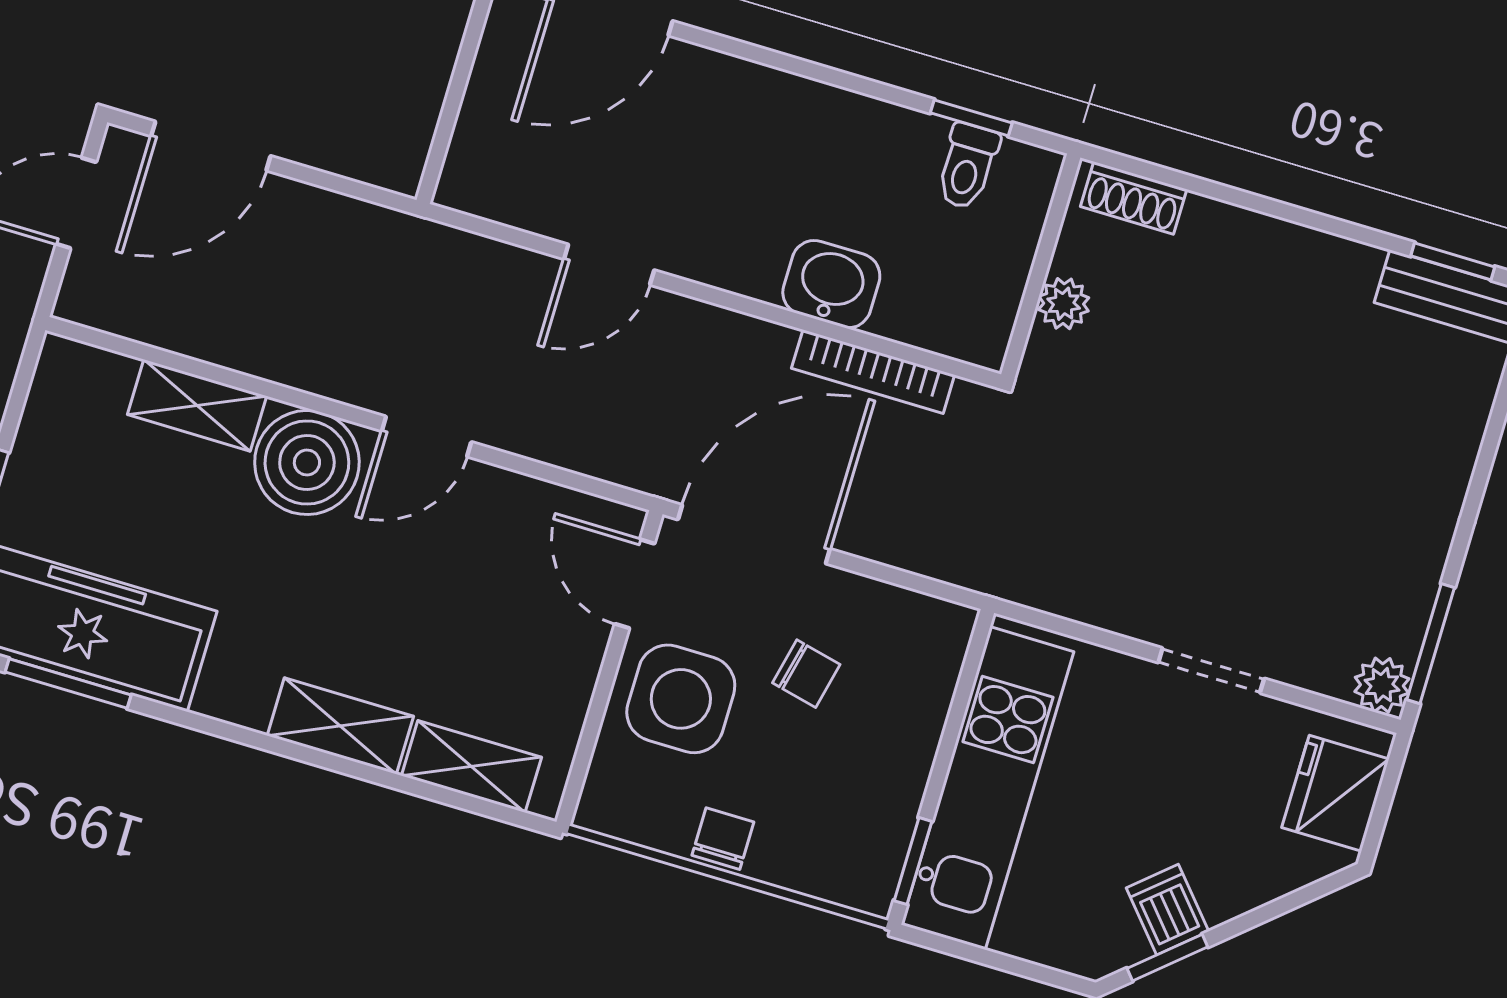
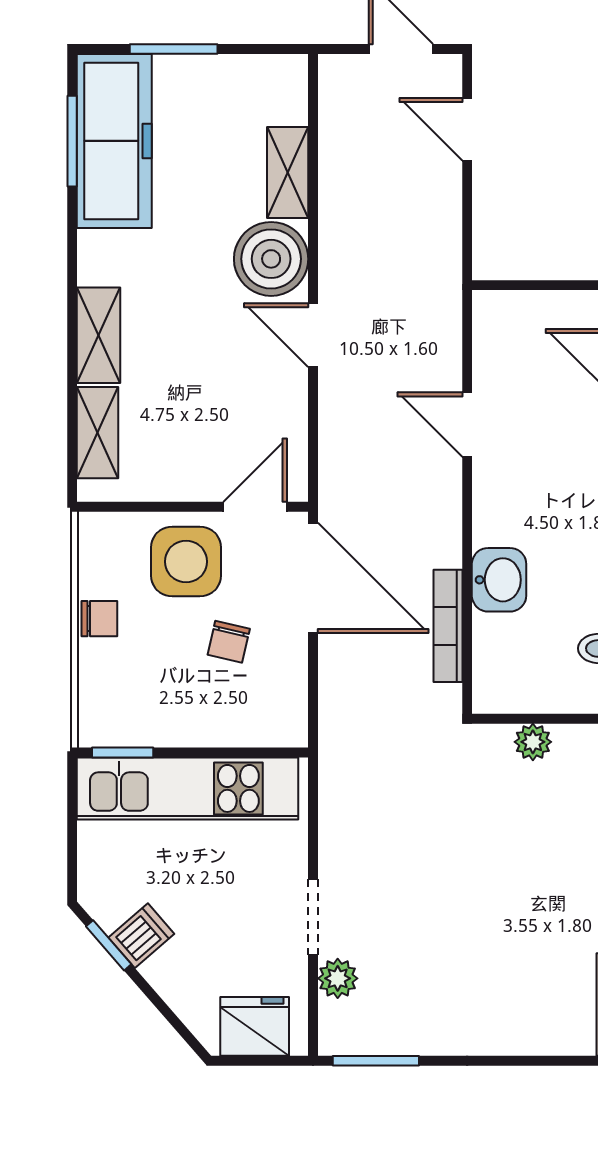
door: (211, 146) -> (467, 129), width x0.73
plant: (1382, 685) -> (338, 978), moved

